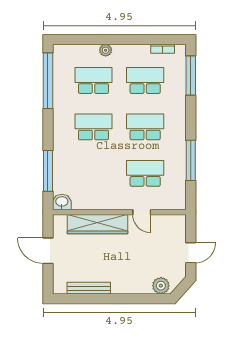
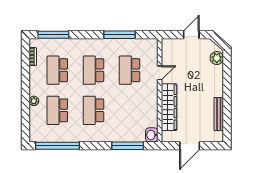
door: (191, 253) -> (191, 35), hinge flipped

